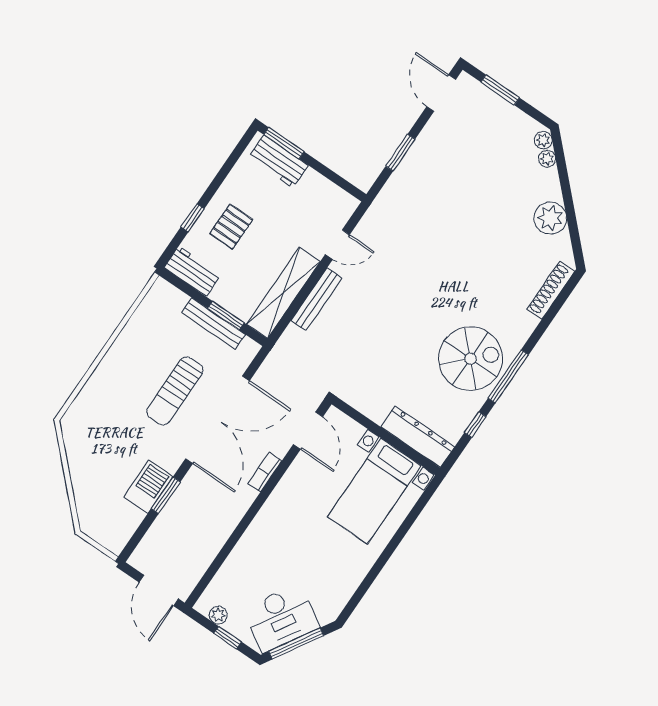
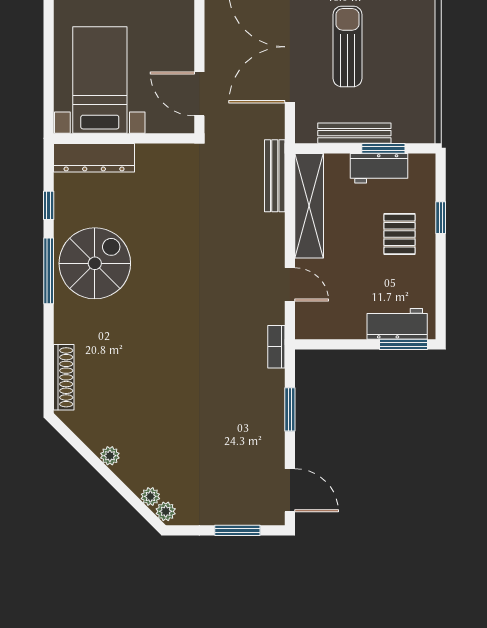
plant: (550, 218) -> (110, 456), width x0.53, depth x0.53
door: (337, 245) -> (290, 284), swing flipped
workbench: (192, 271) -> (379, 168), moved
bench: (316, 299) -> (275, 176), moved
window: (226, 316) -> (383, 148), moved
spiral stairs: (470, 359) -> (95, 263), turned 180
bookcase: (265, 472) -> (276, 347), moved, turned 180

